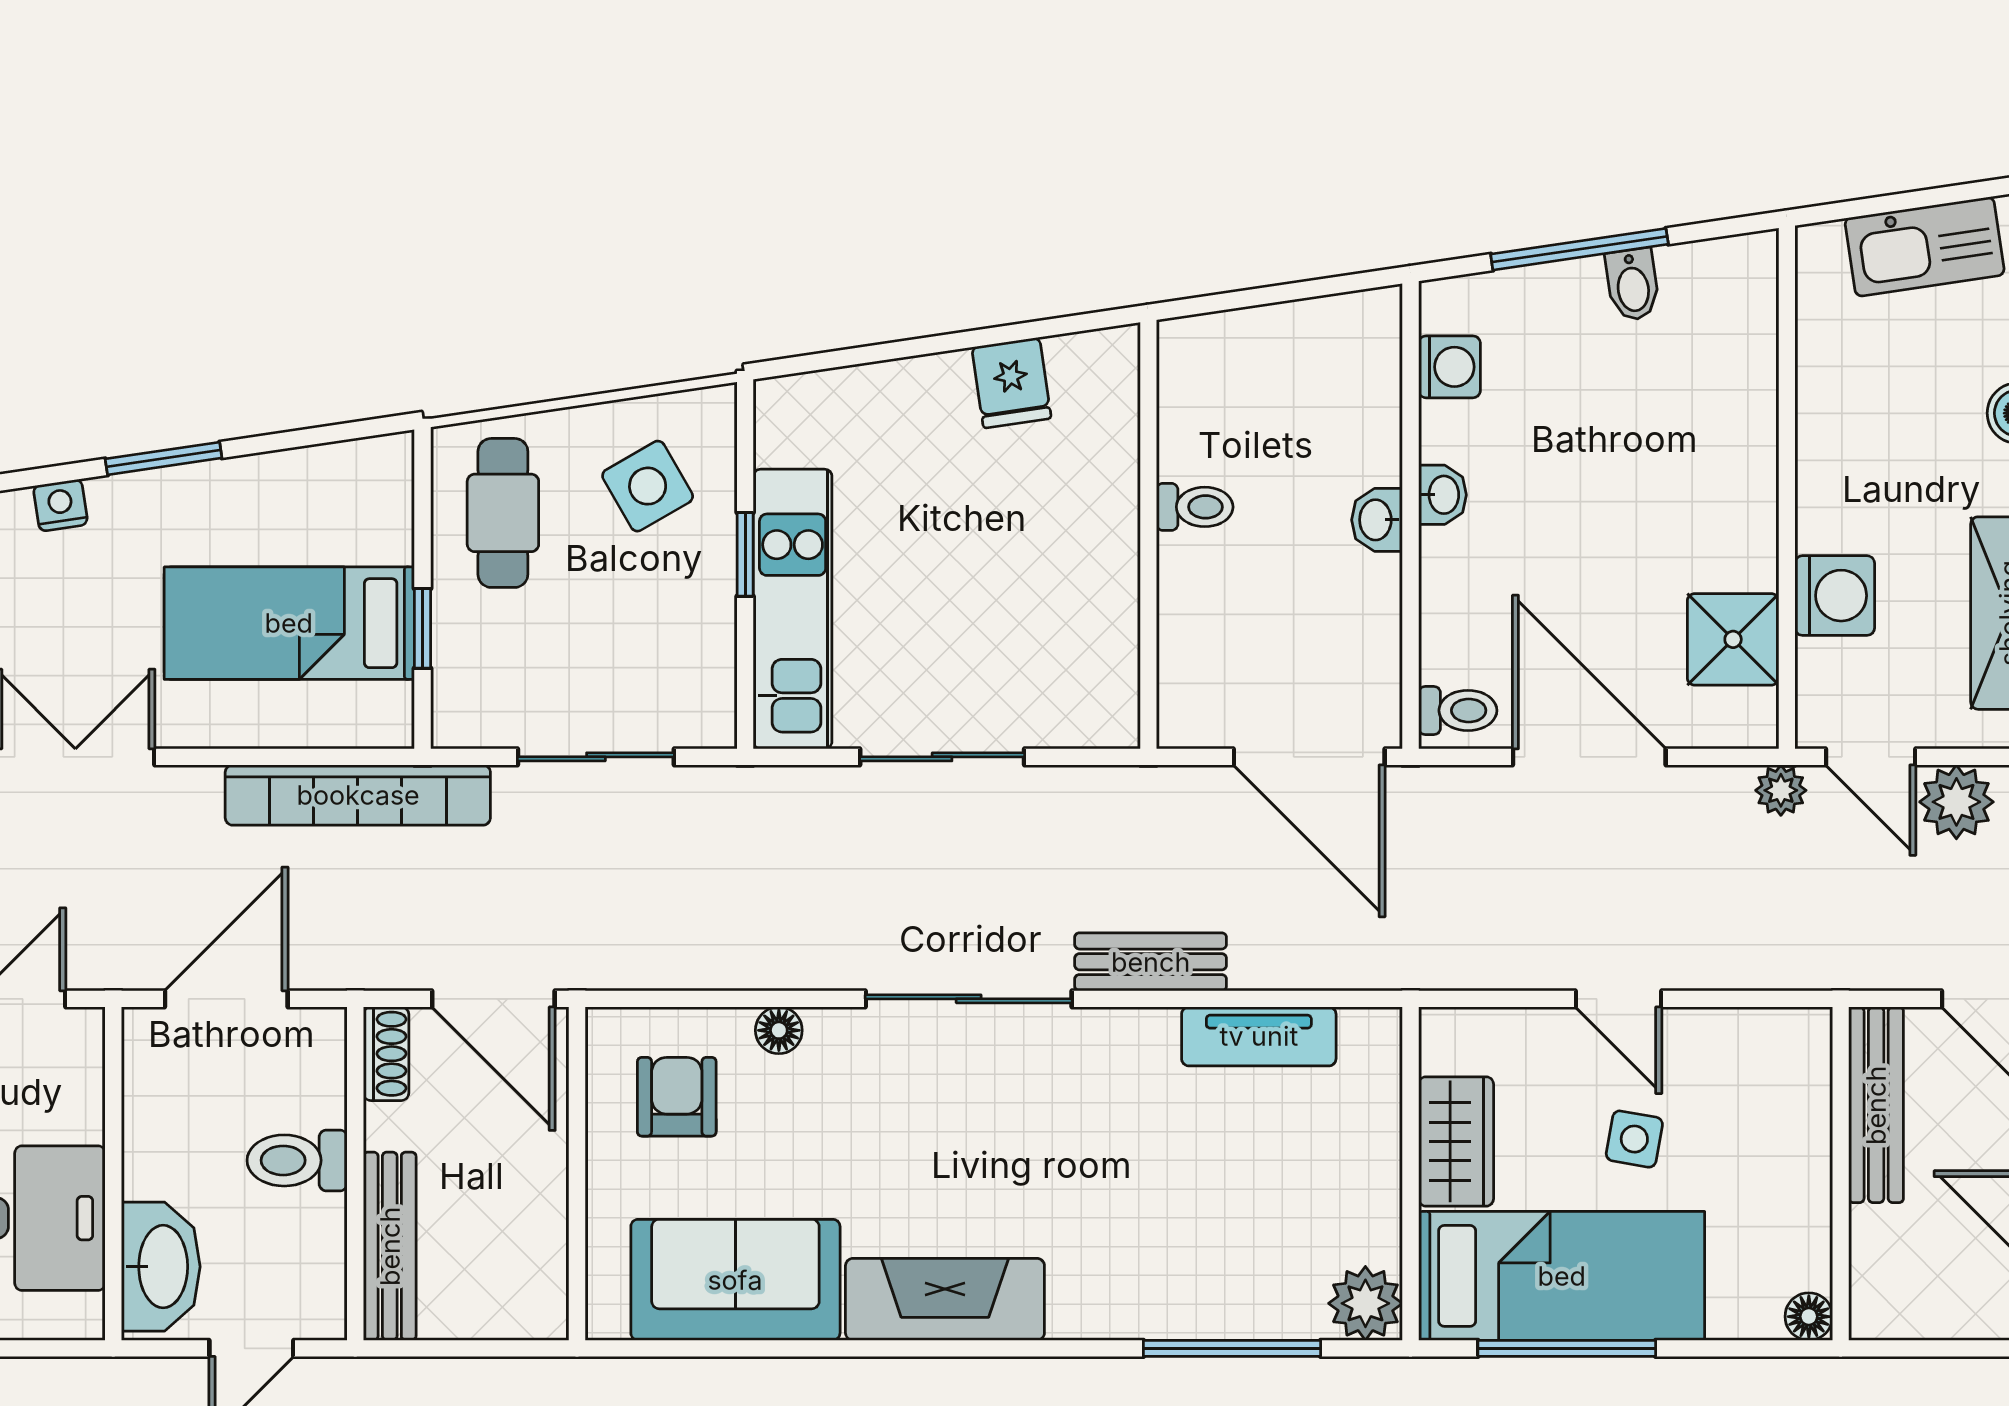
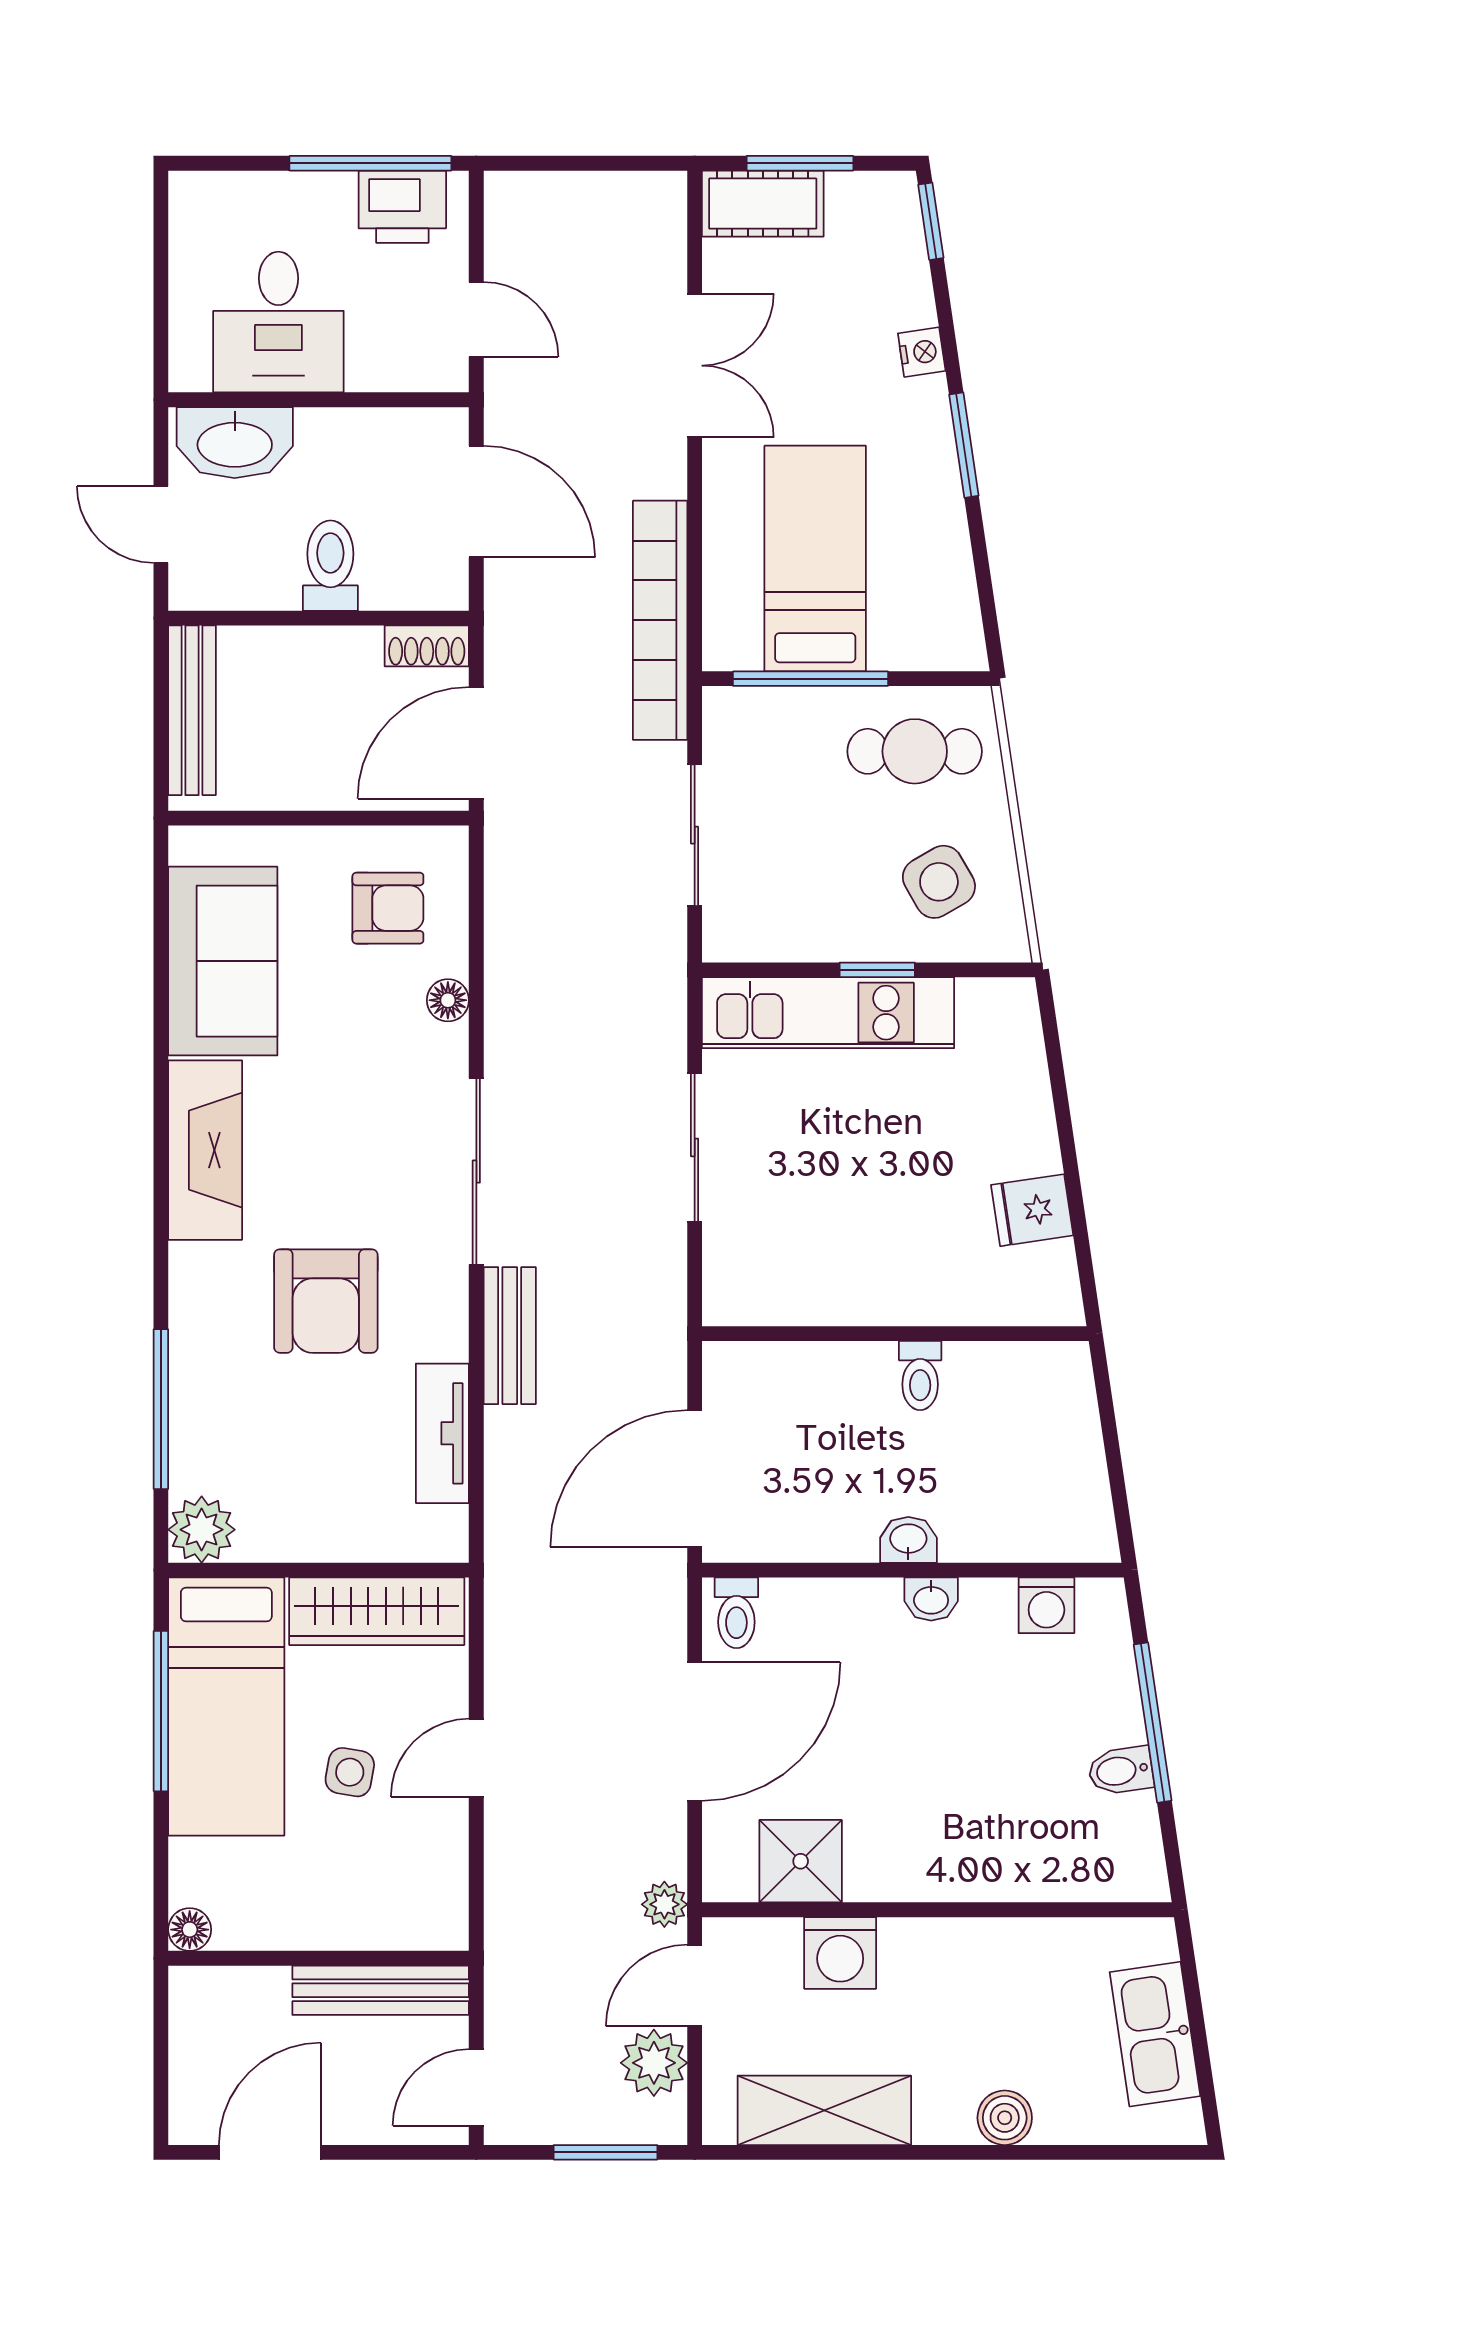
window: (422, 628) -> (811, 679), width x2.17
wardrobe: (1456, 1141) -> (377, 1611), width x1.50
armchair: (1112, 1166) -> (326, 1301), added
bench: (390, 1246) -> (192, 710), moved, turned 90

